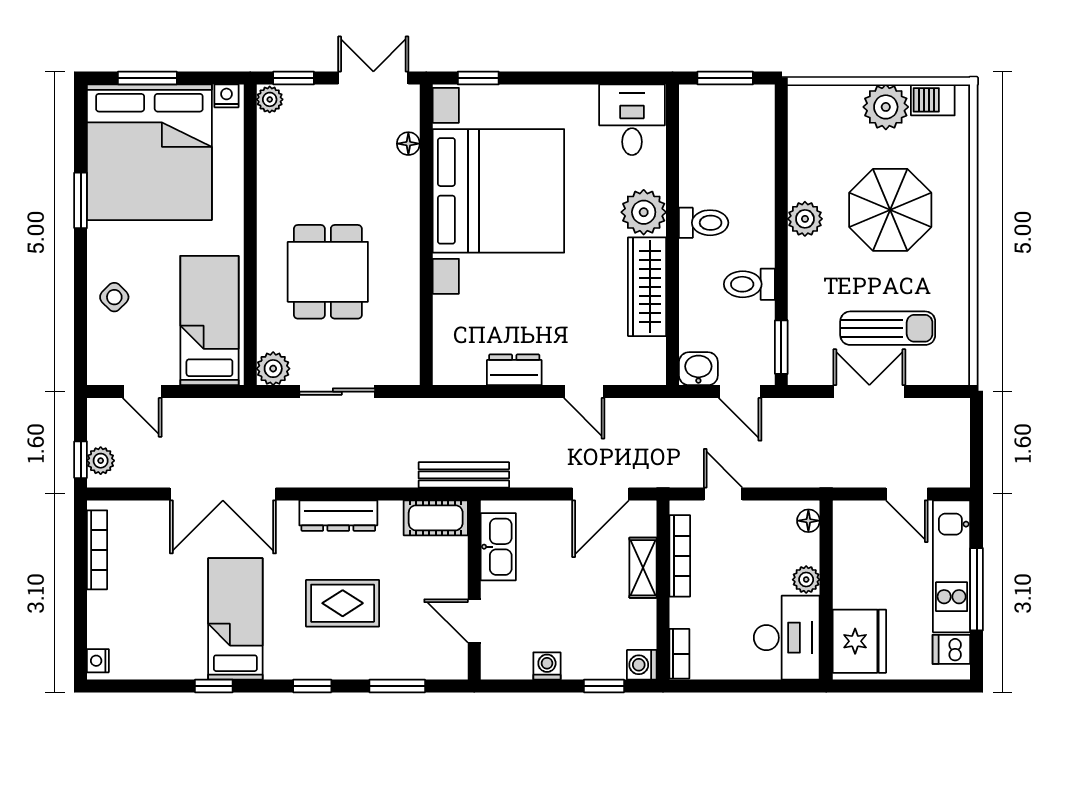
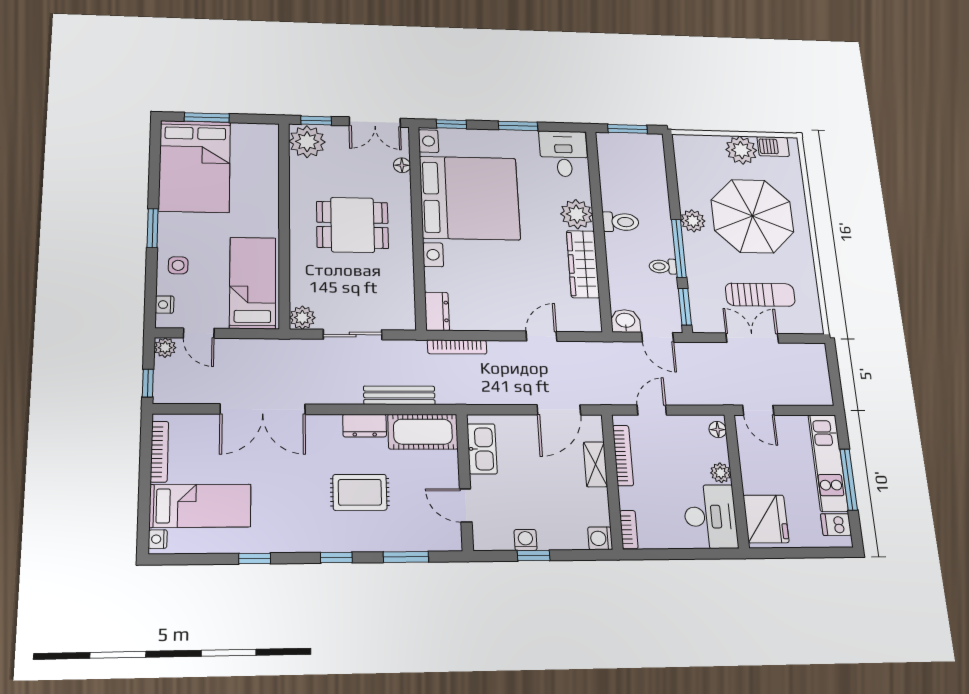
double door: (373, 78) -> (375, 122), swing flipped
window: (571, 78) -> (518, 126), added
nightstand: (226, 96) -> (164, 305), moved, turned -90
plant: (270, 99) -> (307, 142), width x1.87, depth x1.87
bed: (149, 152) -> (195, 166), width x0.73
window: (81, 200) -> (153, 228), moved
parasol: (890, 210) -> (752, 216), width x1.36, depth x1.36
window: (781, 261) -> (679, 248), added
dining table: (328, 272) -> (353, 225), moved, turned 90
toilet: (749, 284) -> (663, 266), width x0.73, depth x0.72
side table: (114, 297) -> (178, 265), turned 45
dresser: (514, 370) -> (437, 311), moved, turned 90
door: (584, 392) -> (541, 336), swing flipped
bookcase: (472, 408) -> (457, 347), added
plant: (101, 461) -> (165, 348), moved
bench: (464, 475) -> (399, 395), moved
door: (723, 494) -> (652, 410), hinge flipped
door: (907, 494) -> (758, 410), moved
dresser: (338, 516) -> (365, 426), width x0.70
cot: (436, 518) -> (423, 432), width x1.37, depth x1.34
bed: (235, 619) -> (200, 506), moved, turned 90
window: (604, 686) -> (534, 556), moved

